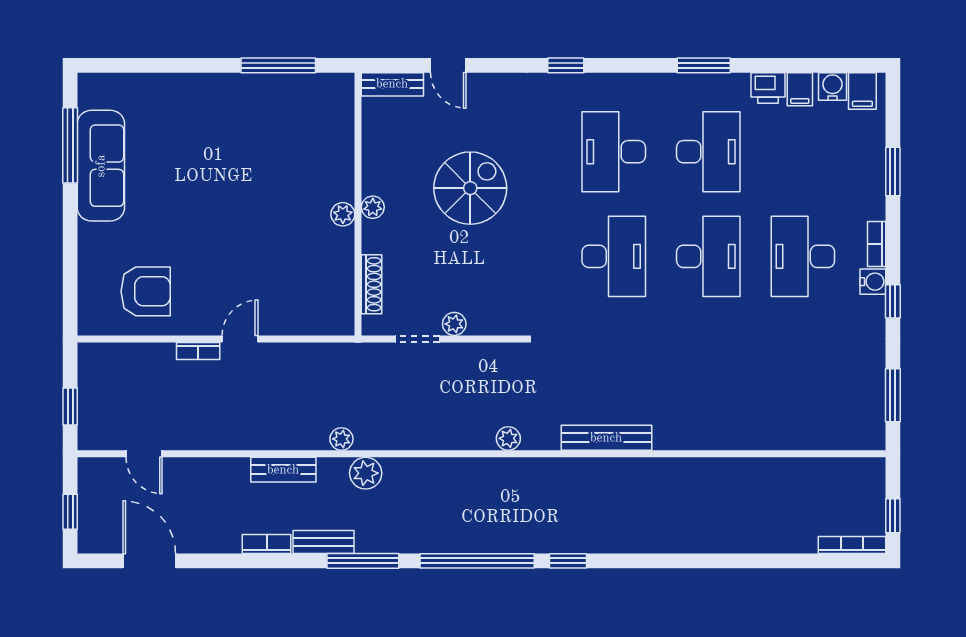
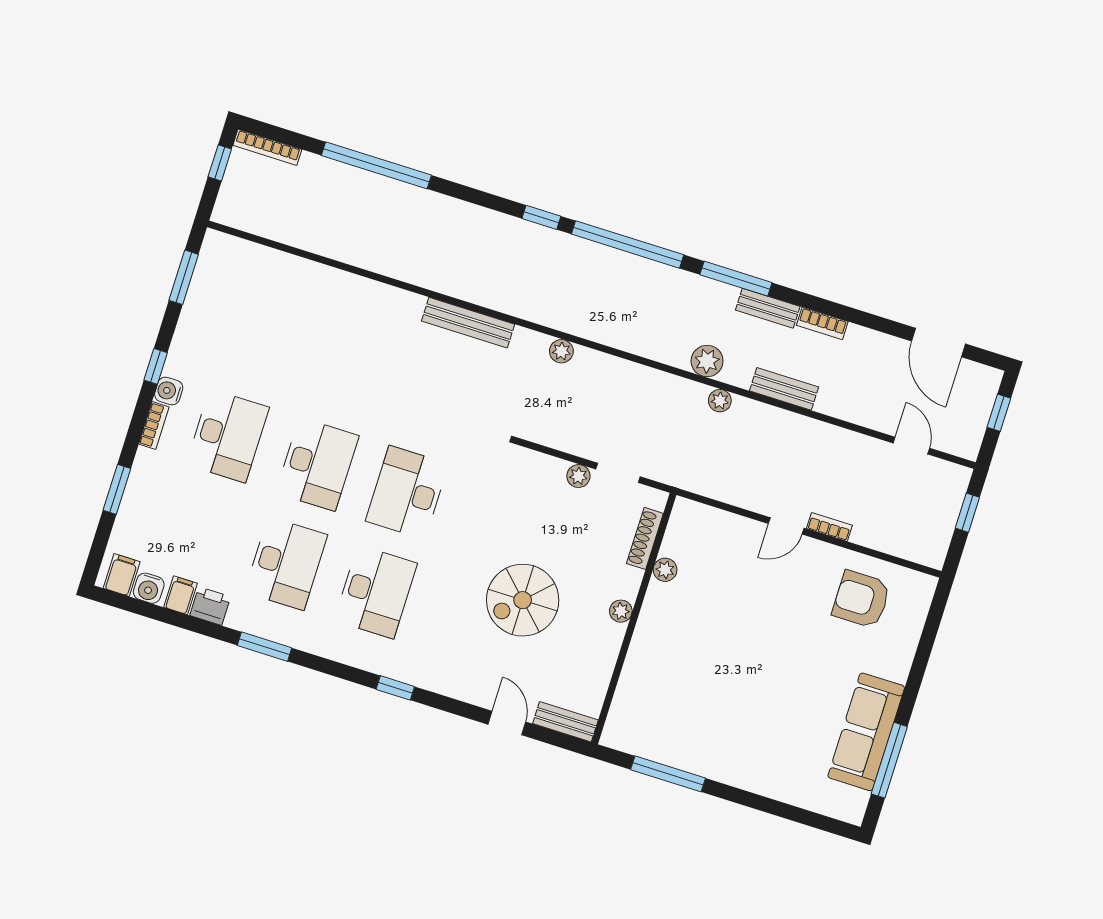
desk: (708, 152) -> (286, 563), turned 180
plant: (343, 214) -> (665, 570), moved
desk: (708, 256) -> (317, 464), turned 180
window: (742, 561) -> (376, 165), added

